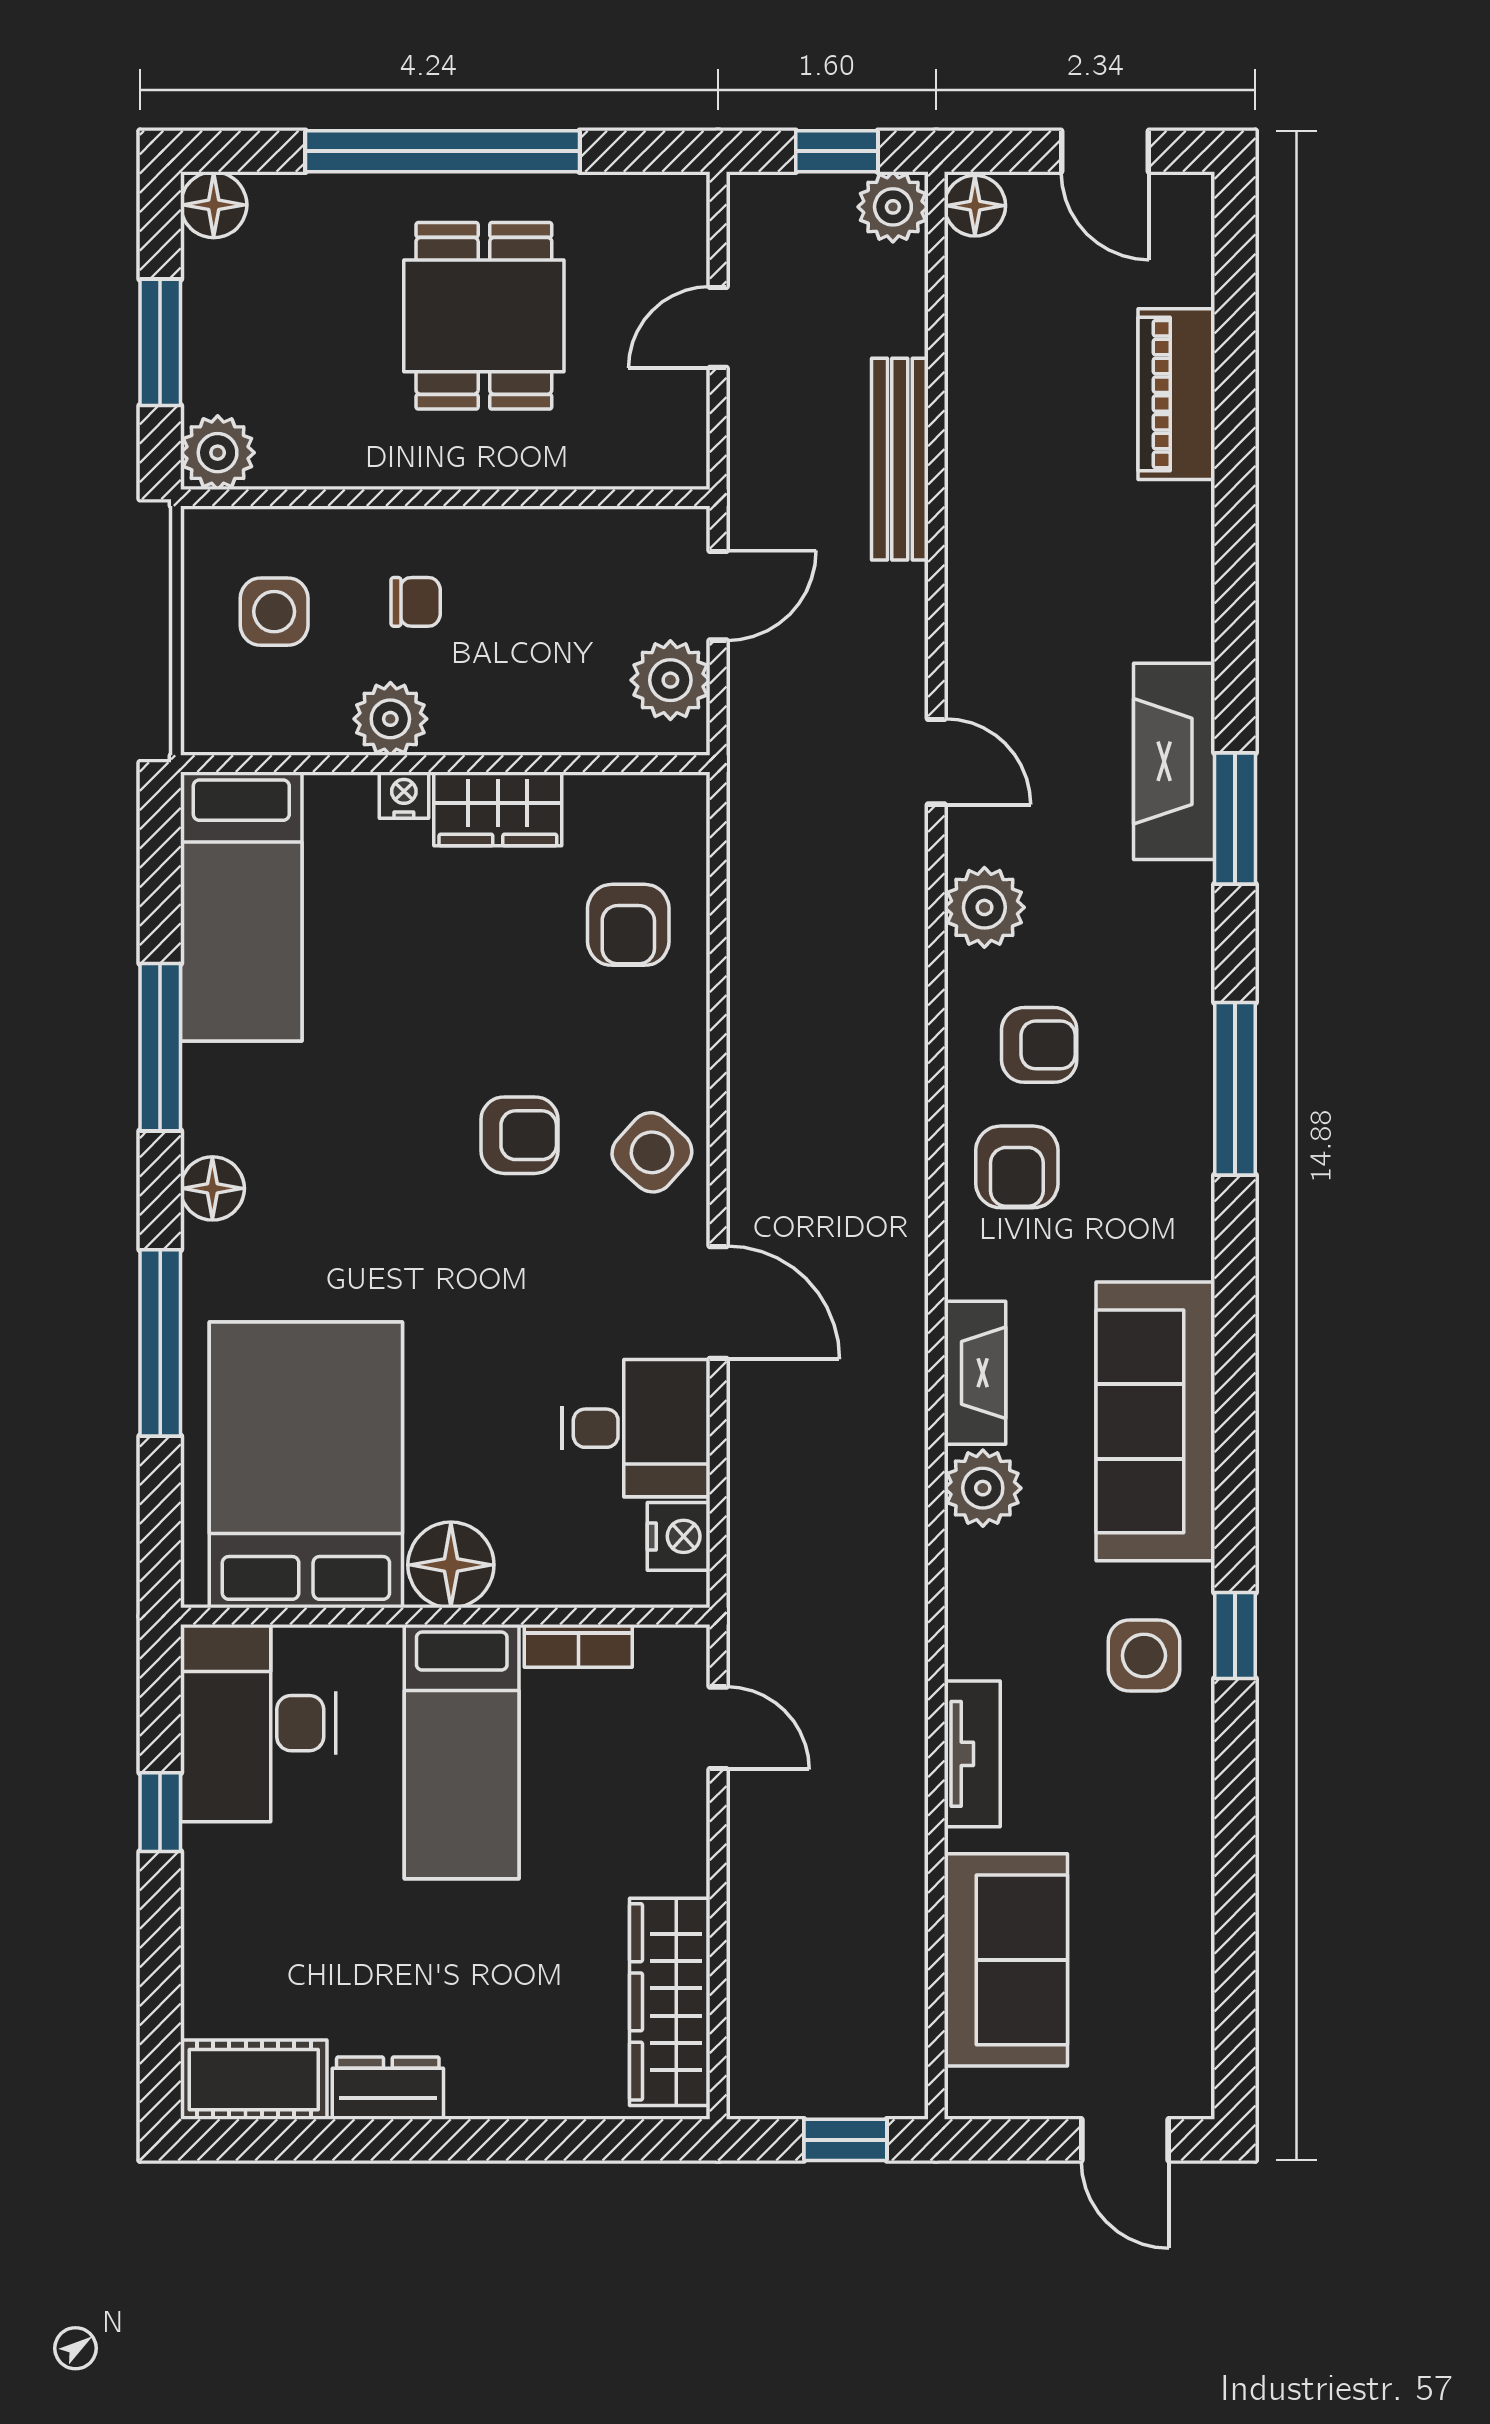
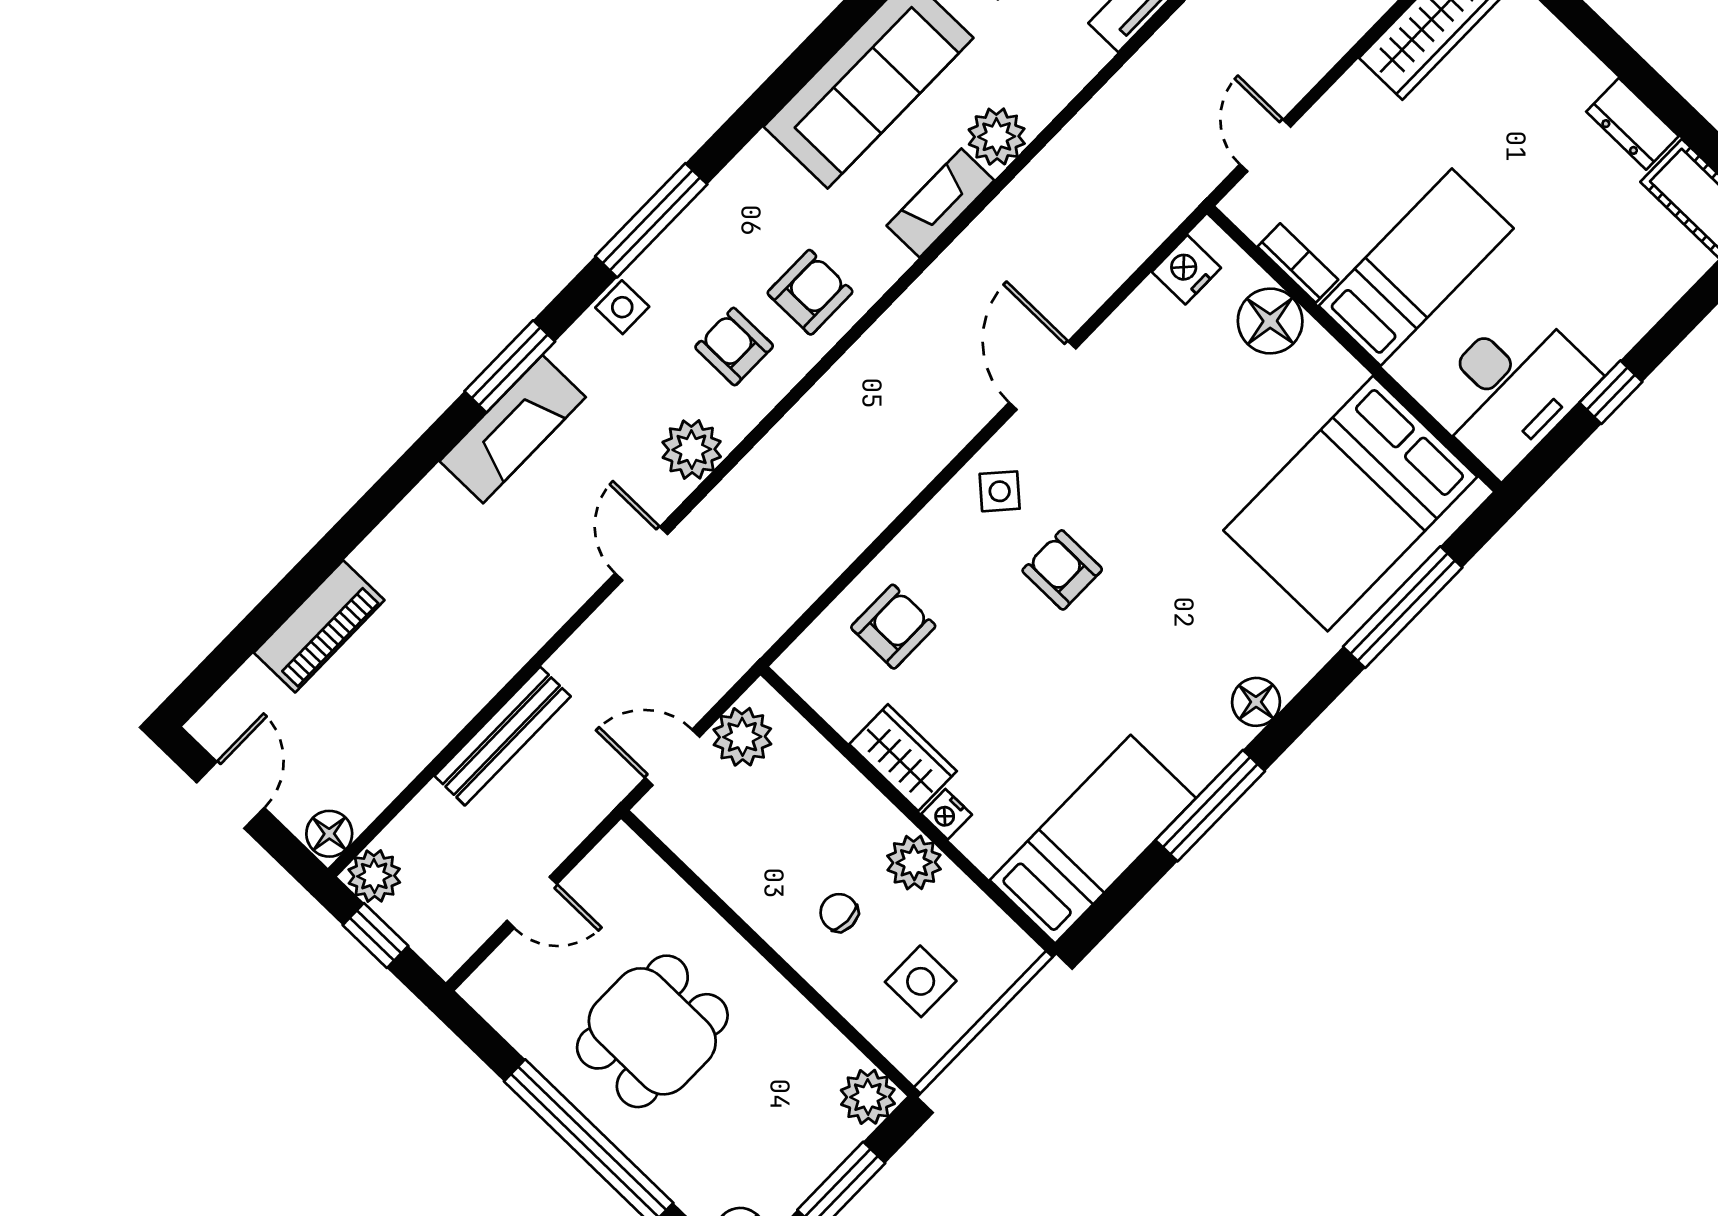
side table: (1182, 979) -> (622, 307), added
side table: (652, 1152) -> (1000, 491), width x0.73, depth x0.73
window: (160, 1343) -> (1403, 607), moved
desk: (636, 1428) -> (1153, 351), removed
floor lamp: (451, 1565) -> (1270, 321), moved

